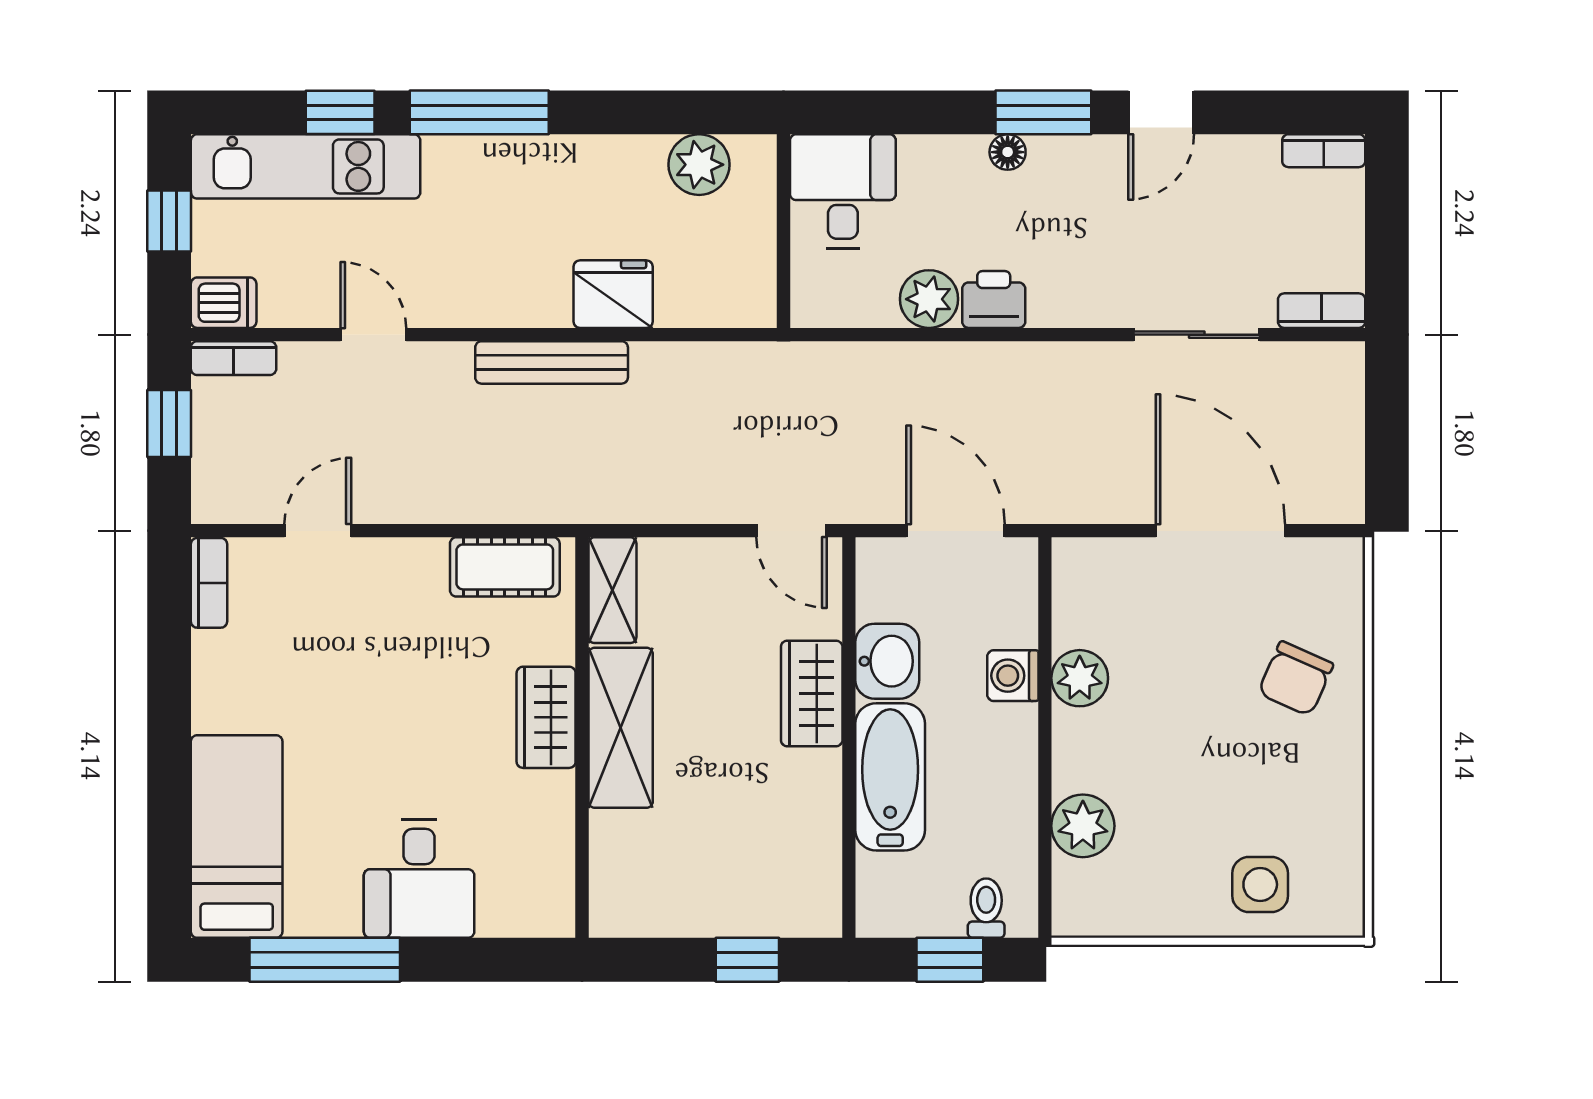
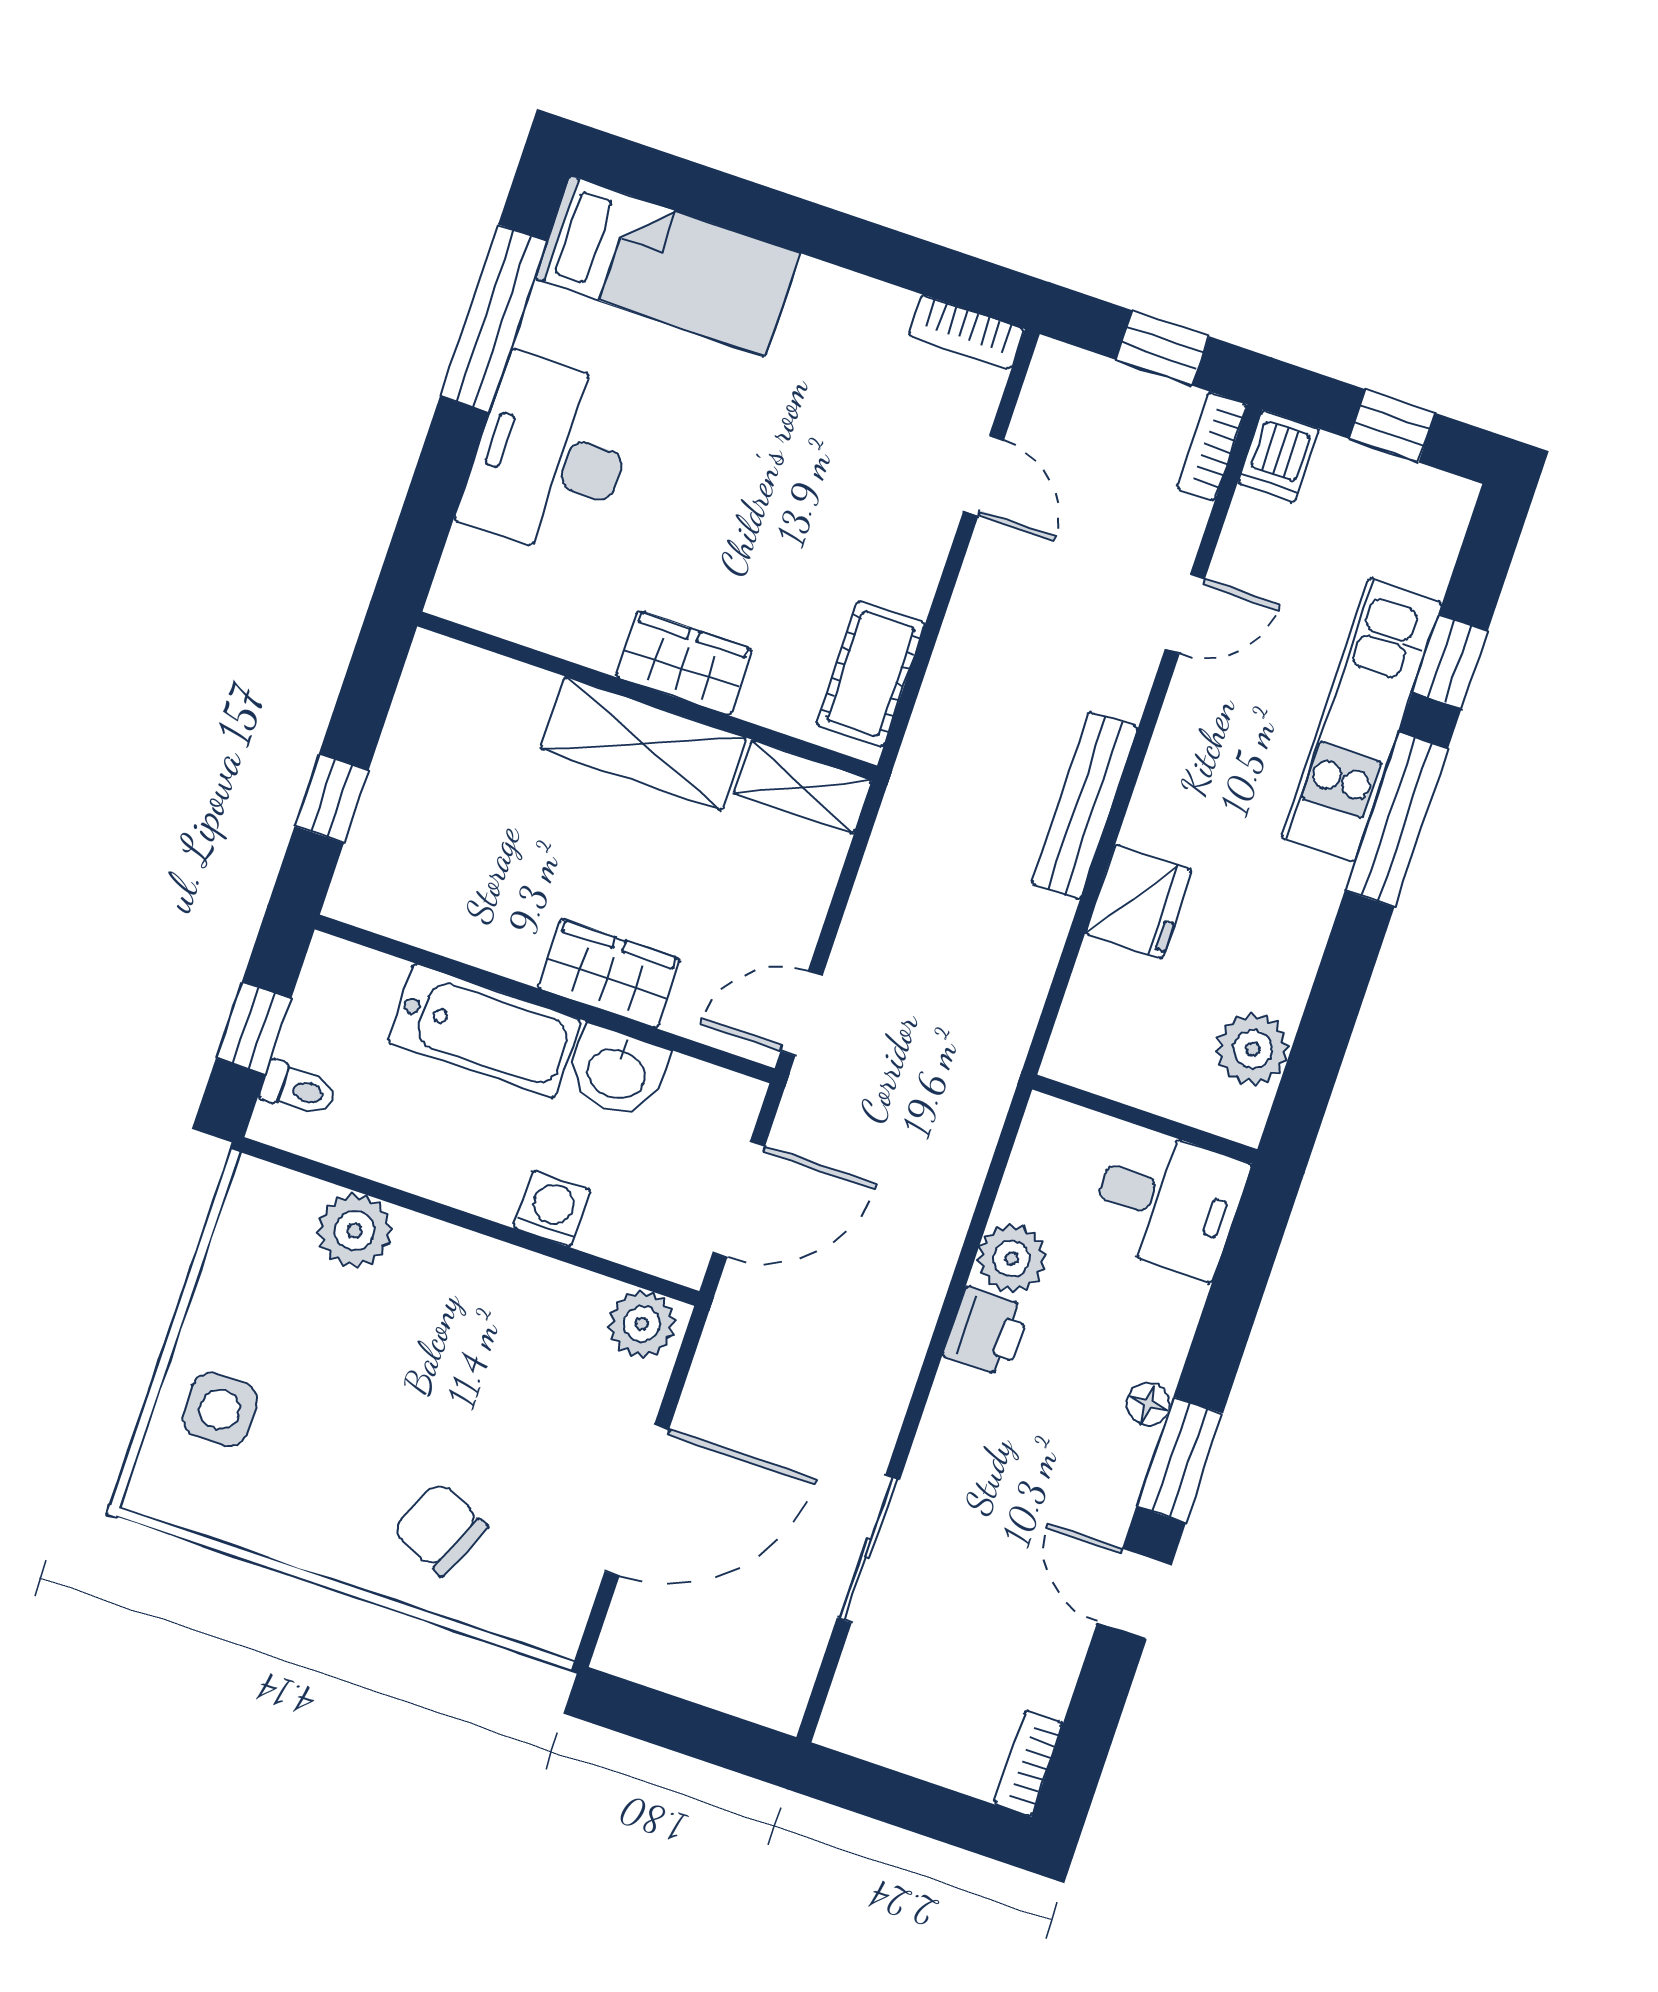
kitchen unit: (306, 166) -> (1362, 720), moved
bookcase: (1322, 311) -> (848, 1700), removed
plant: (1080, 678) -> (642, 1324), moved
desk: (419, 879) -> (550, 457), width x1.37

